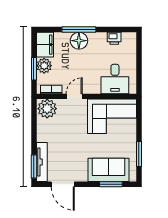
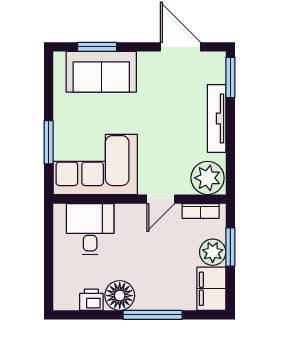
floor lamp: (79, 41) -> (120, 296), moved
window: (139, 154) -> (49, 142), moved
tv unit: (42, 162) -> (217, 118), moved

